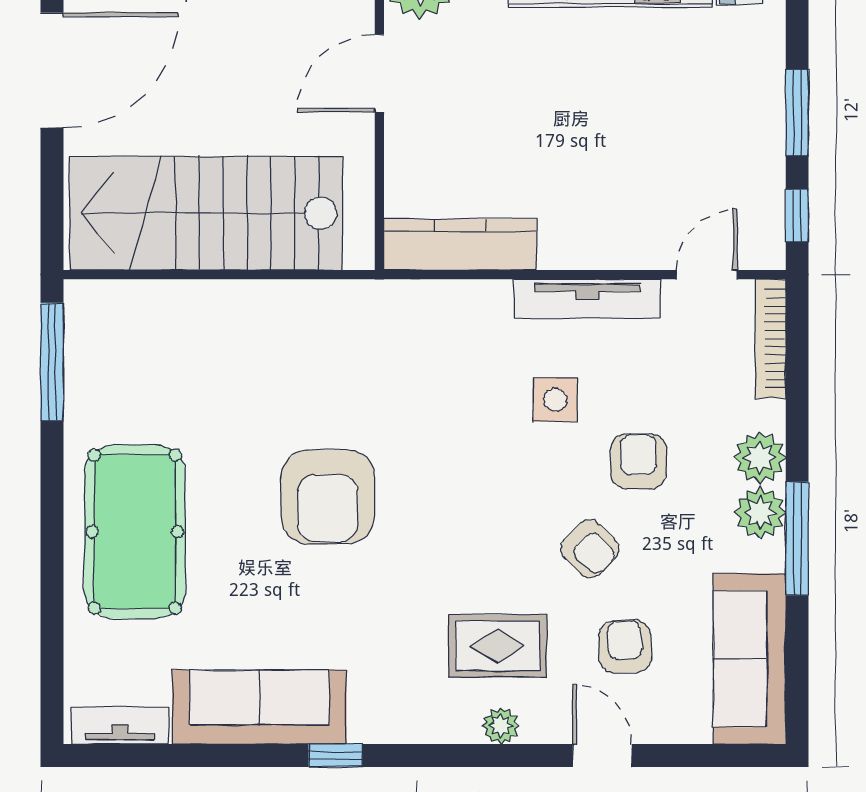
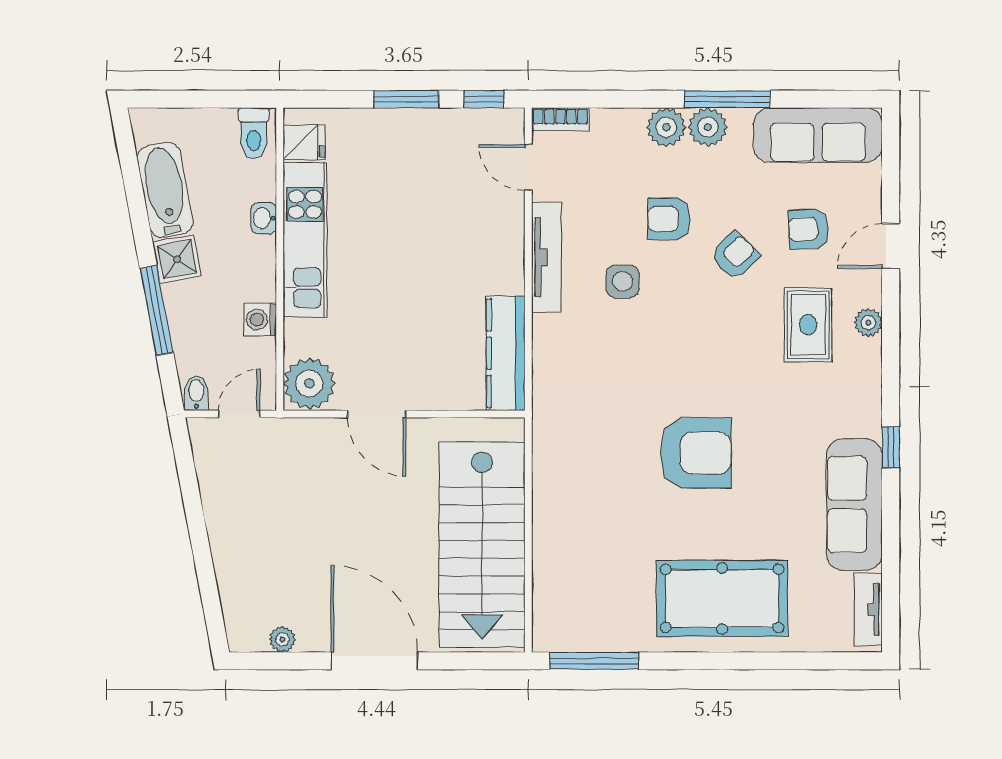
bookcase: (771, 339) -> (560, 119), width x0.64

